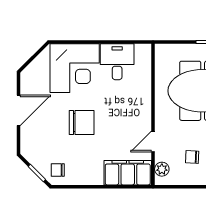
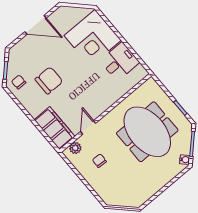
chair: (82, 123) -> (49, 80), moved, turned -90
door: (153, 142) -> (88, 127), hinge flipped

